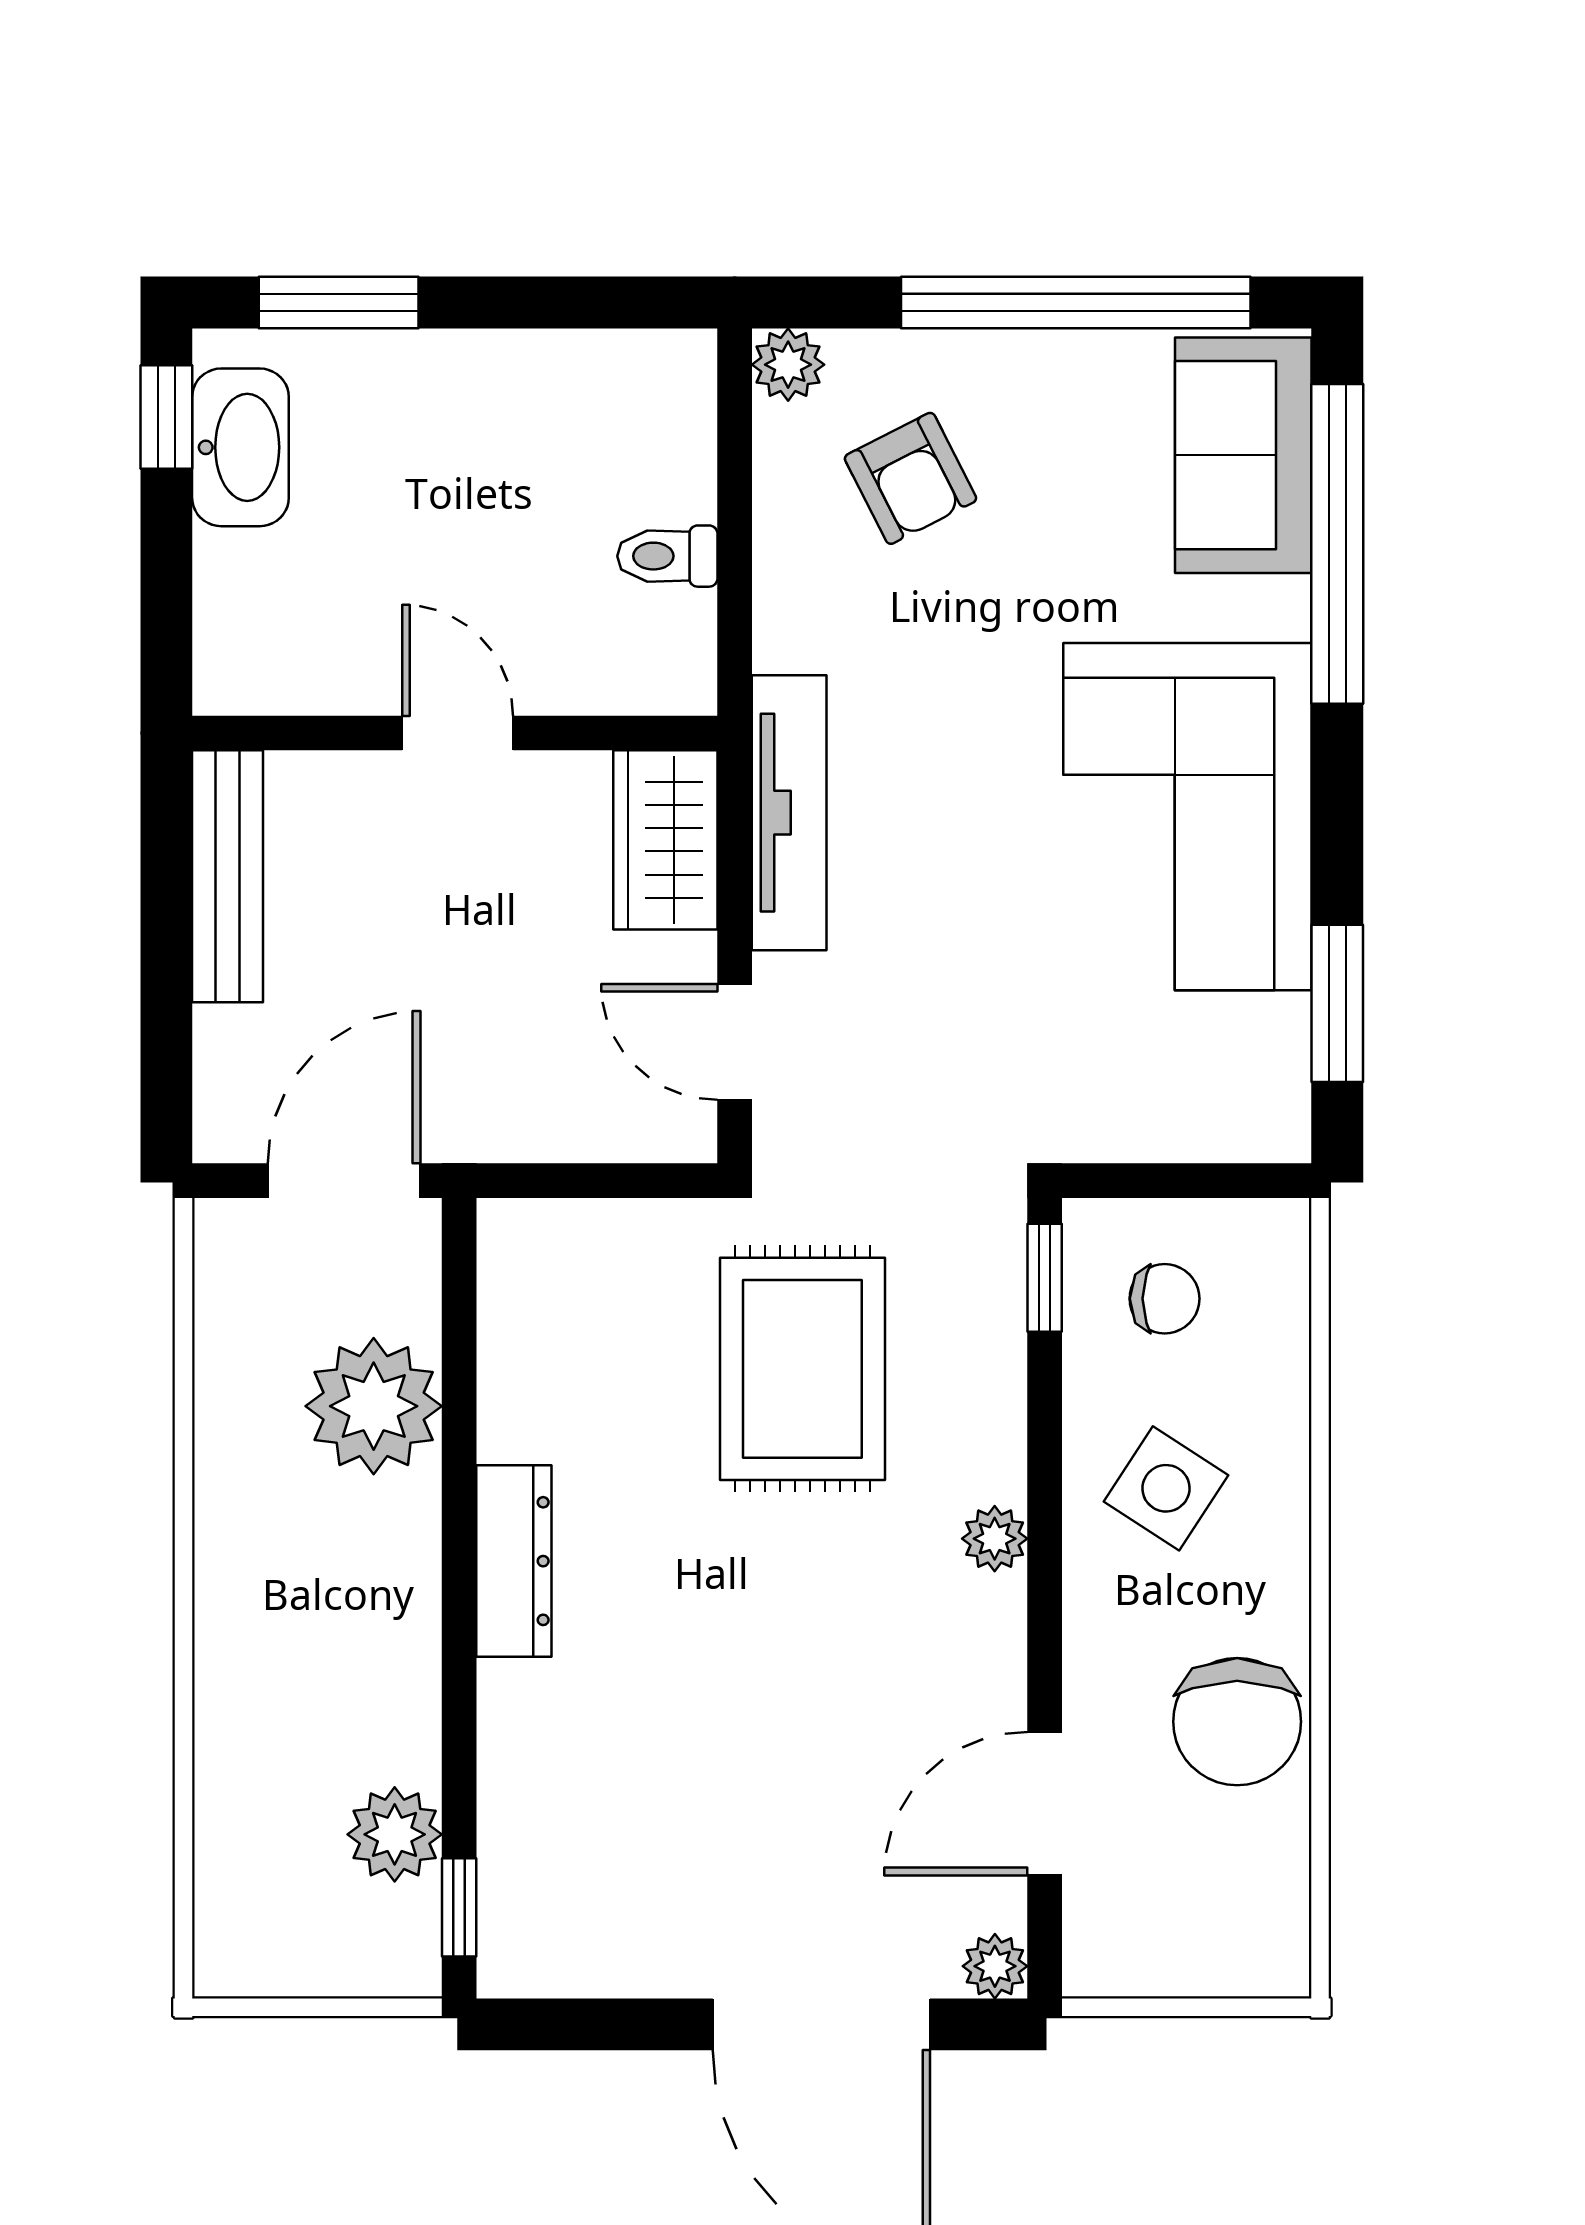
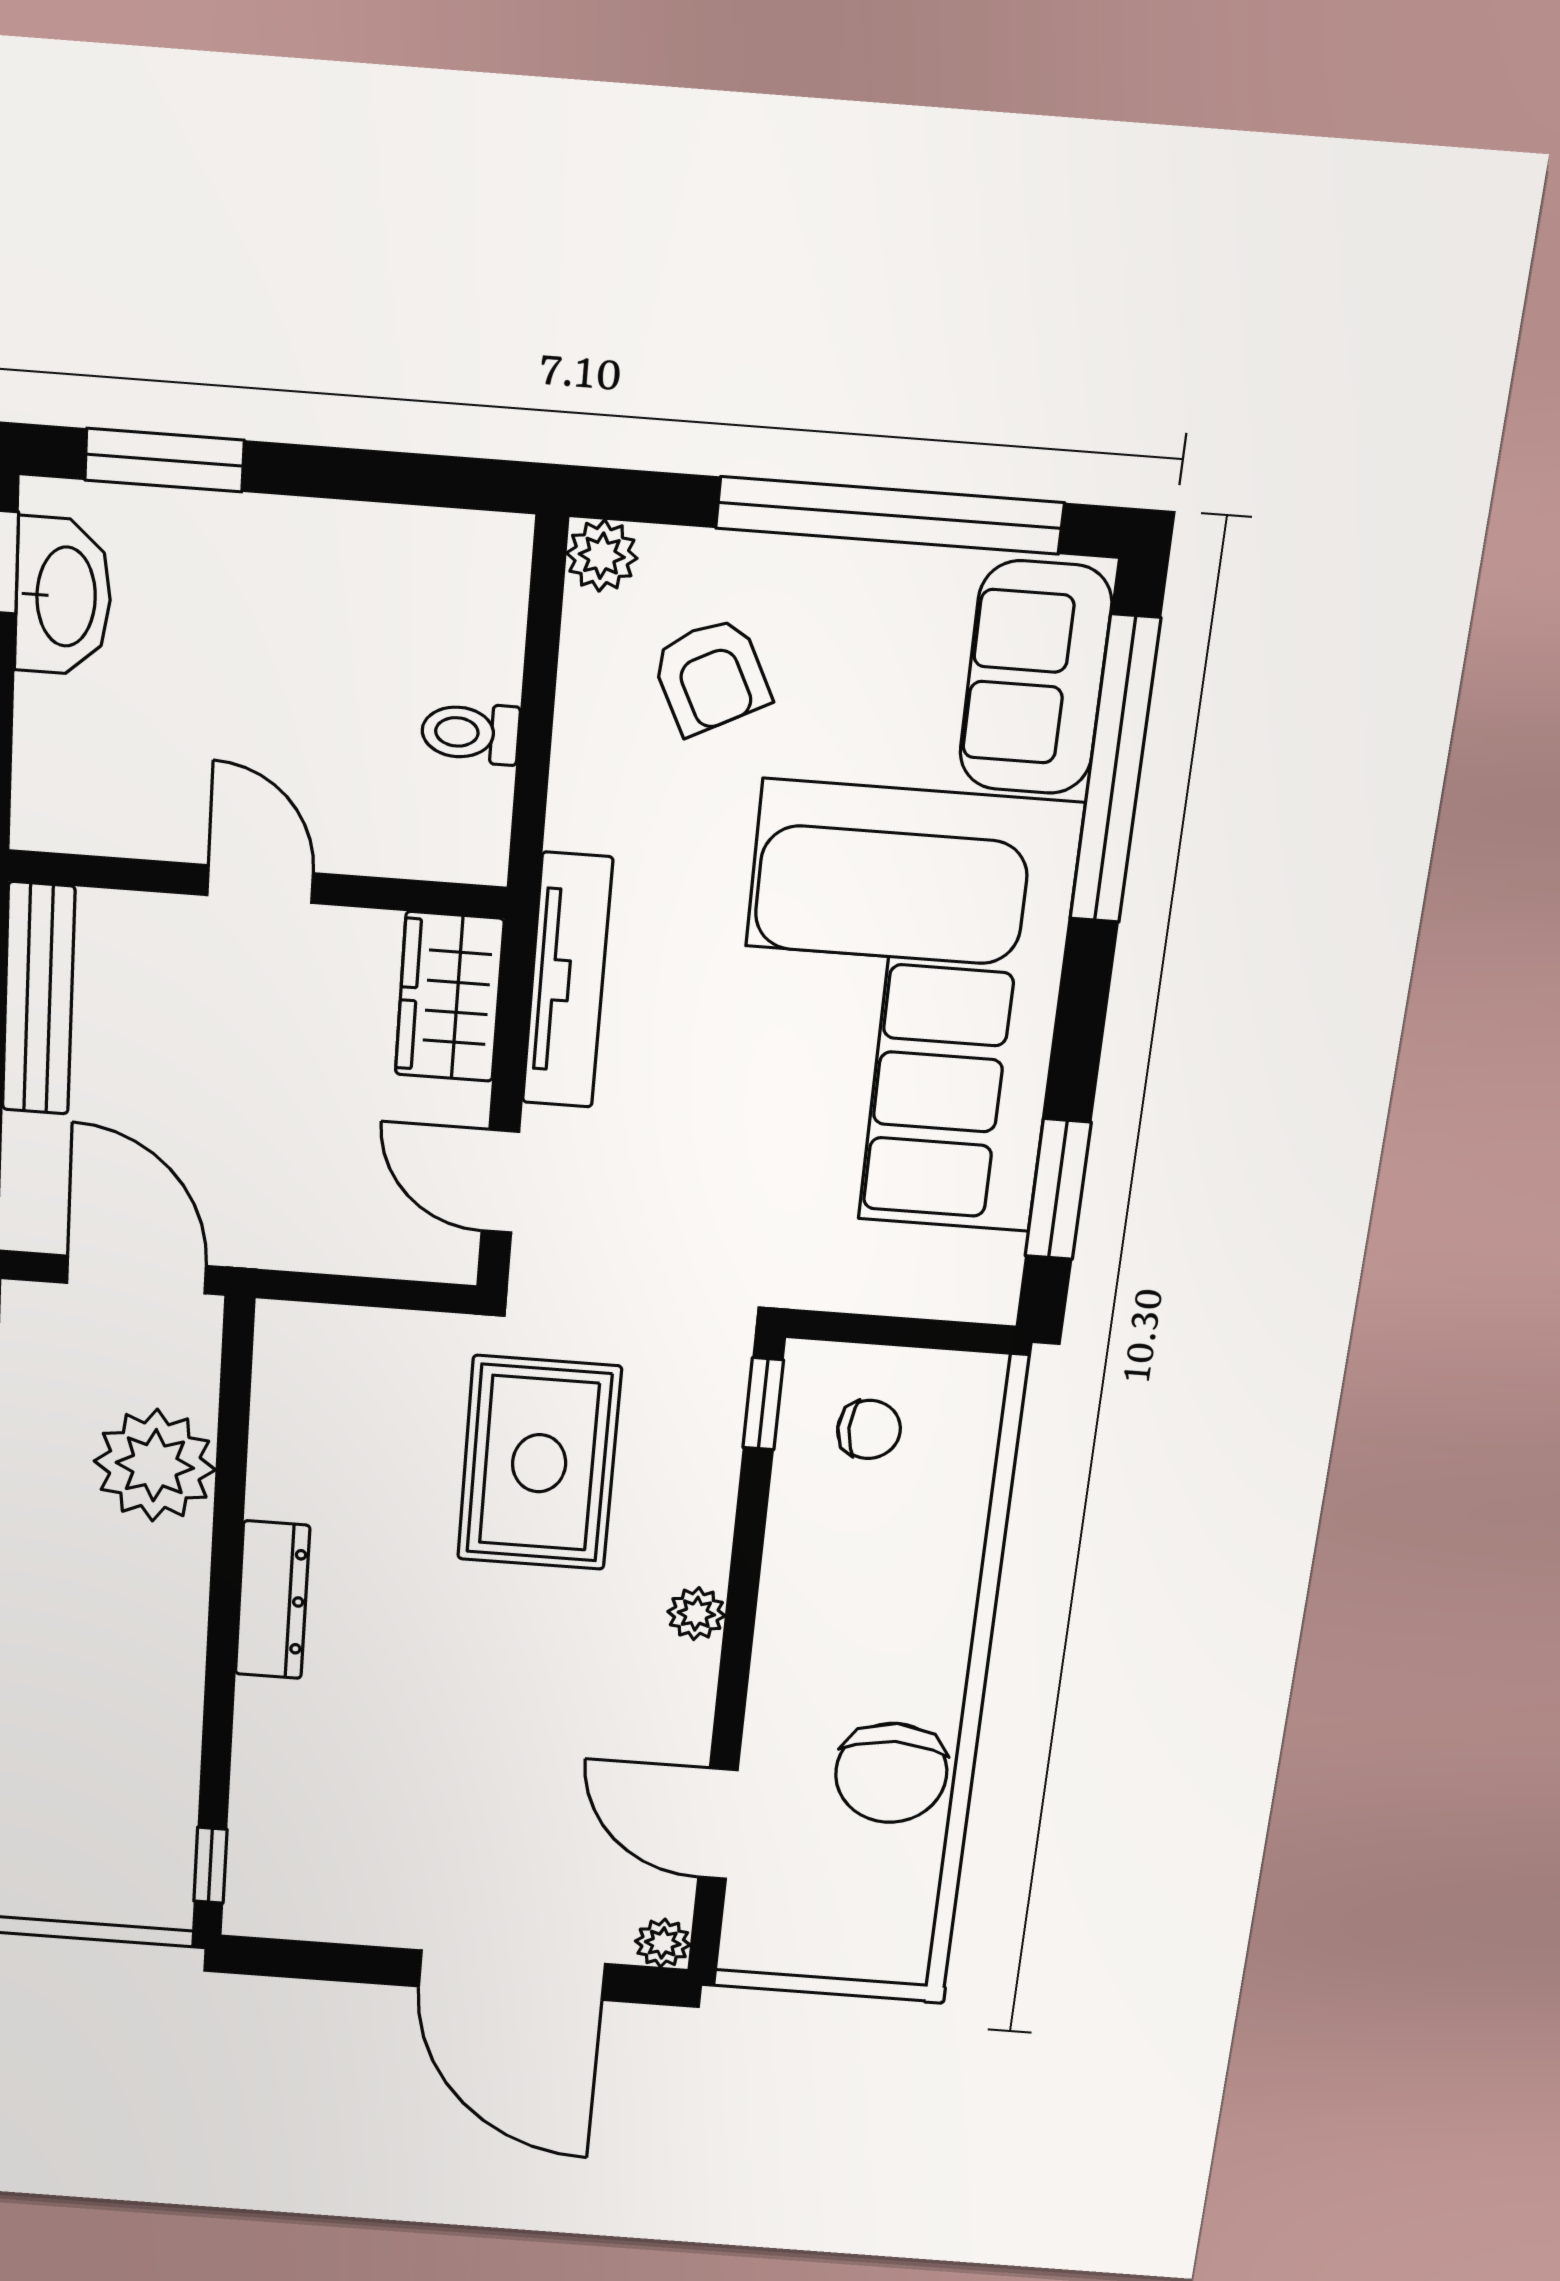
corner sofa: (1187, 817) -> (899, 1009), width x1.36, depth x1.36
door: (344, 1181) -> (136, 1274), hinge flipped
side table: (1166, 1488) -> (852, 1585), removed
door: (1045, 1804) -> (718, 1824), hinge flipped
plant: (395, 1834) -> (158, 1806), removed

